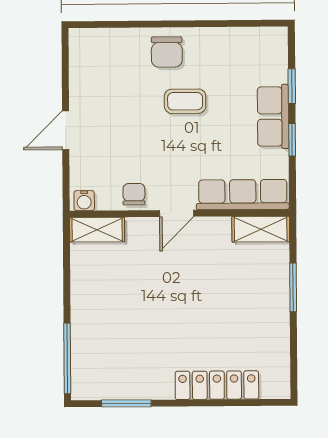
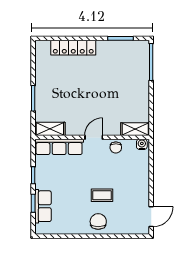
coffee table: (185, 101) -> (102, 195), moved
row of seats: (273, 117) -> (43, 206), moved
door: (66, 130) -> (151, 217), moved

